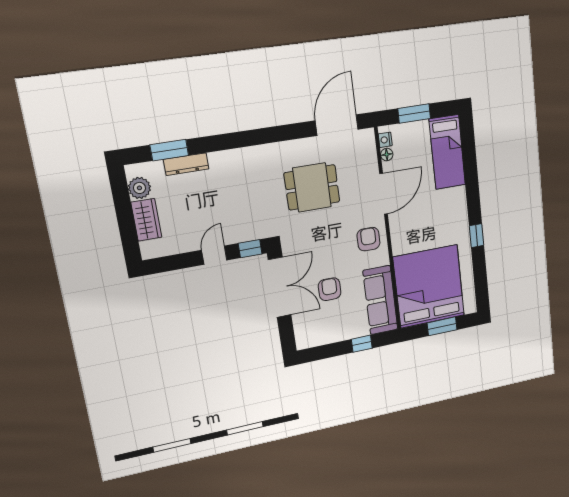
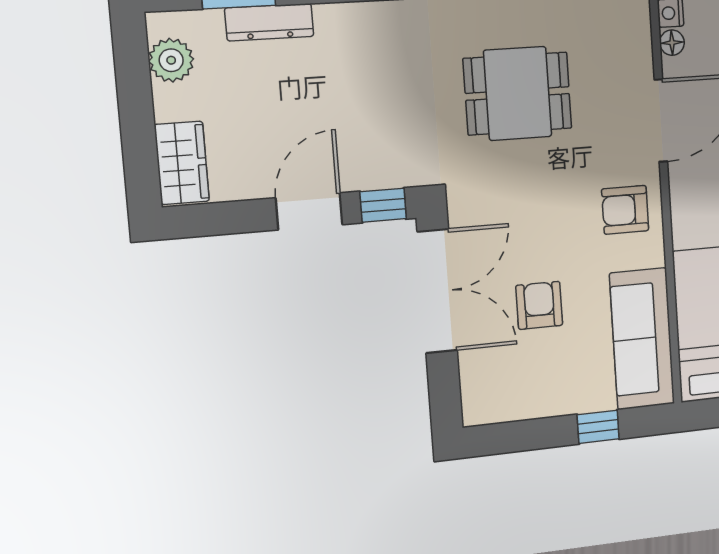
wardrobe: (146, 220) -> (182, 163), moved
armchair: (368, 239) -> (625, 210), turned -90
door: (214, 255) -> (309, 211), width x1.38

